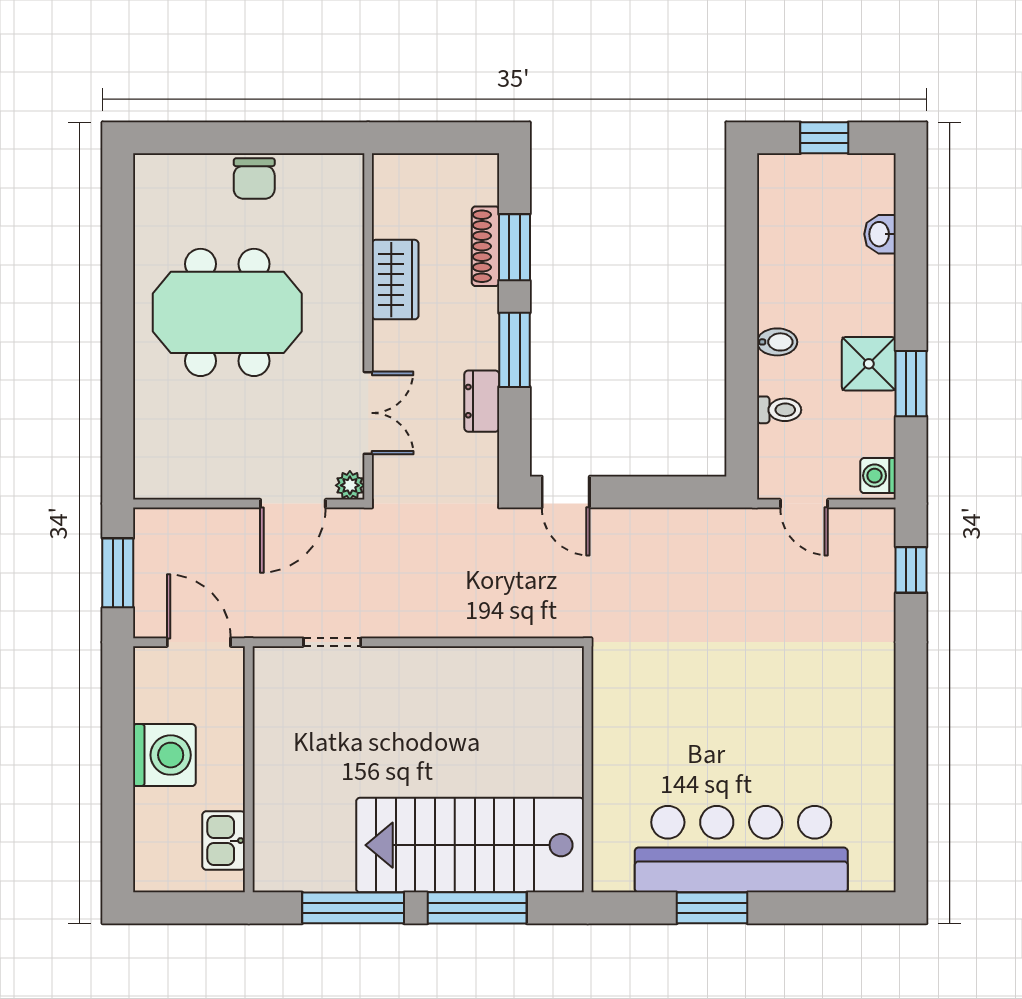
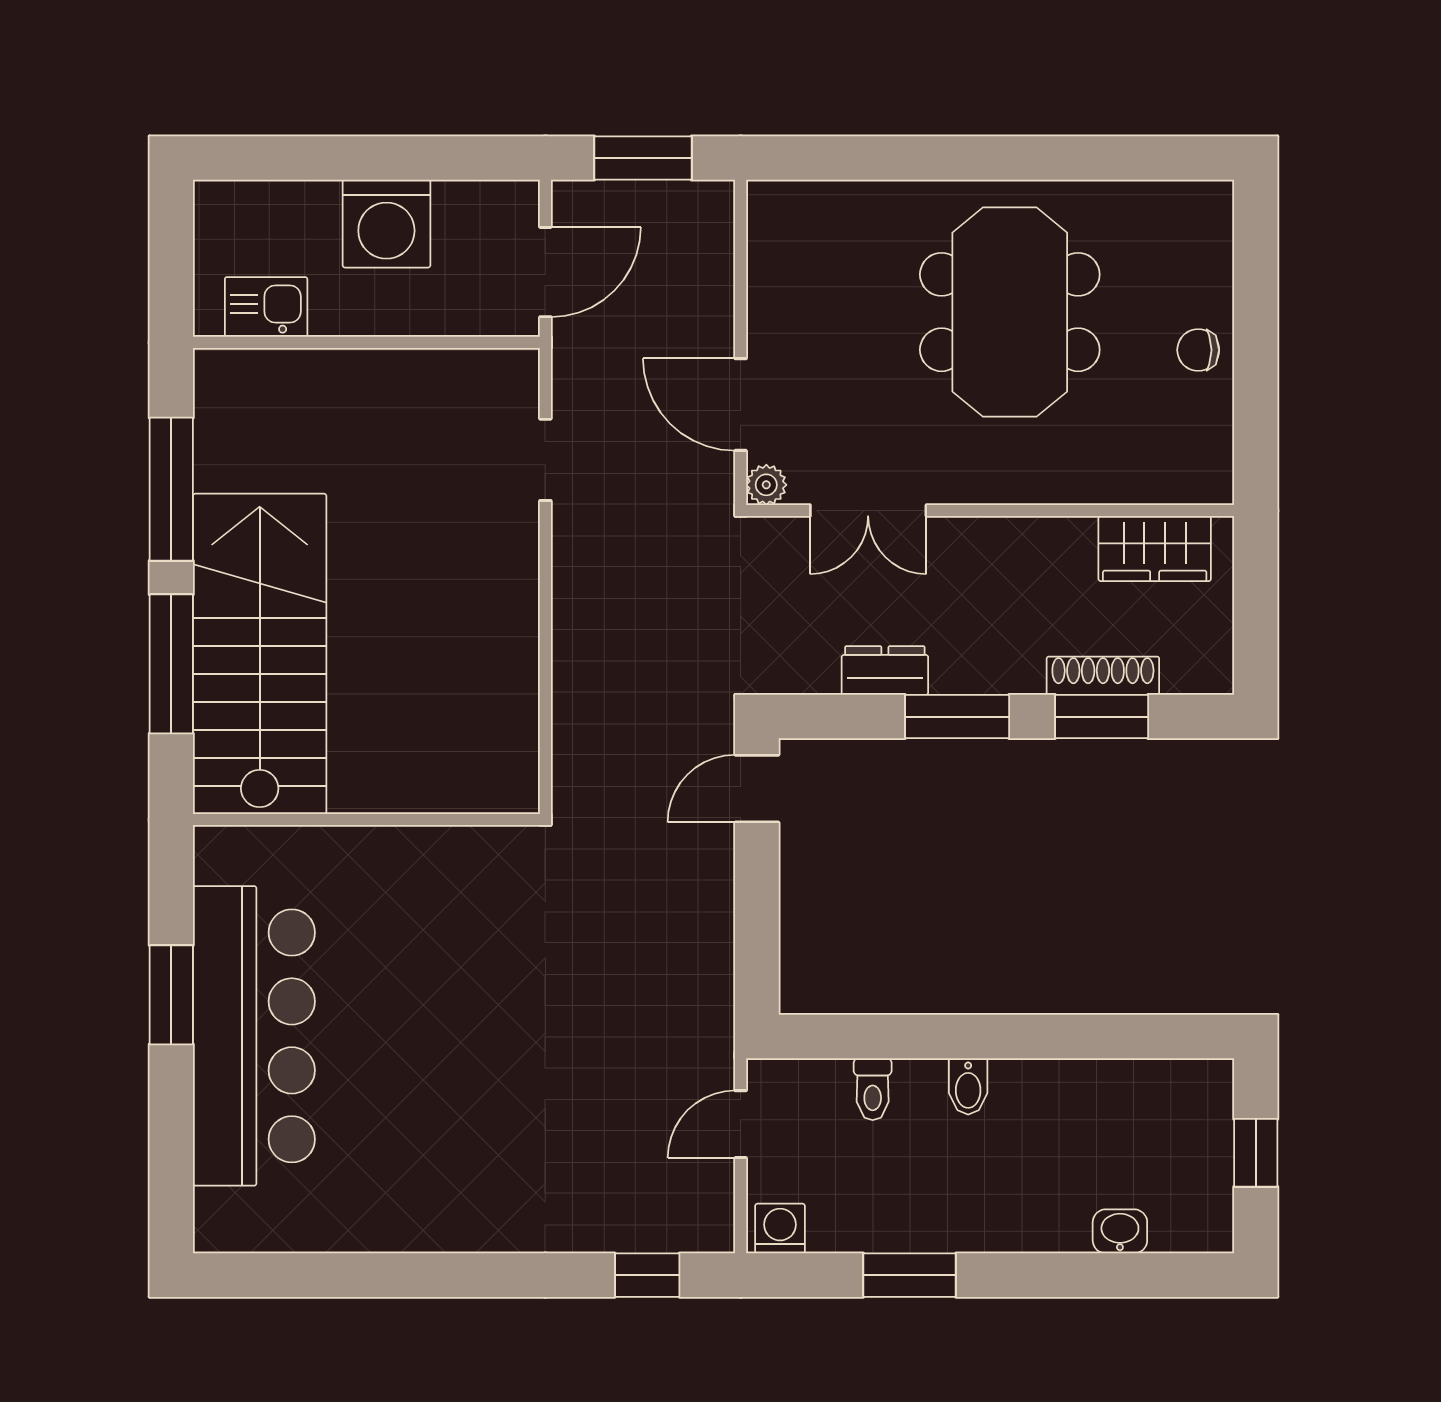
chair: (254, 179) -> (1198, 350), width x0.73, depth x0.73
wardrobe: (395, 280) -> (1155, 549), moved
shower: (869, 364) -> (937, 1216), removed

